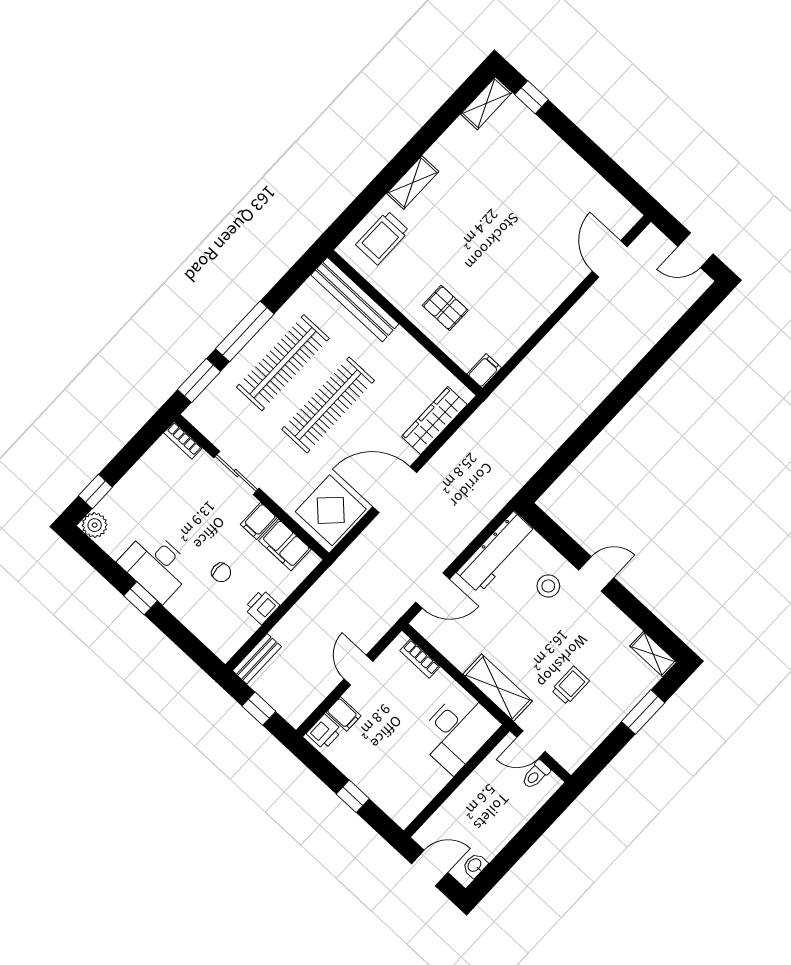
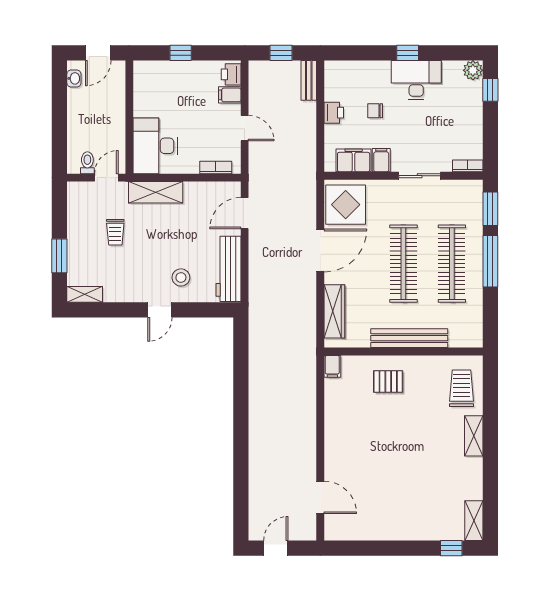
bench: (355, 299) -> (409, 338), moved

